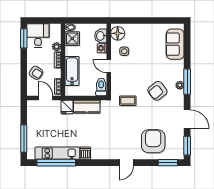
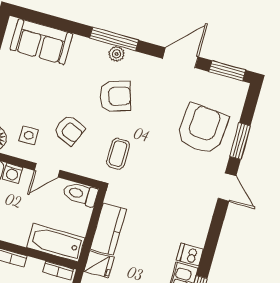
bathtub: (72, 71) -> (56, 243), moved
armchair: (133, 72) -> (69, 130), added
armchair: (157, 91) -> (115, 96), turned -69
armchair: (153, 141) -> (202, 129), turned 95
window: (168, 163) -> (240, 141), moved

